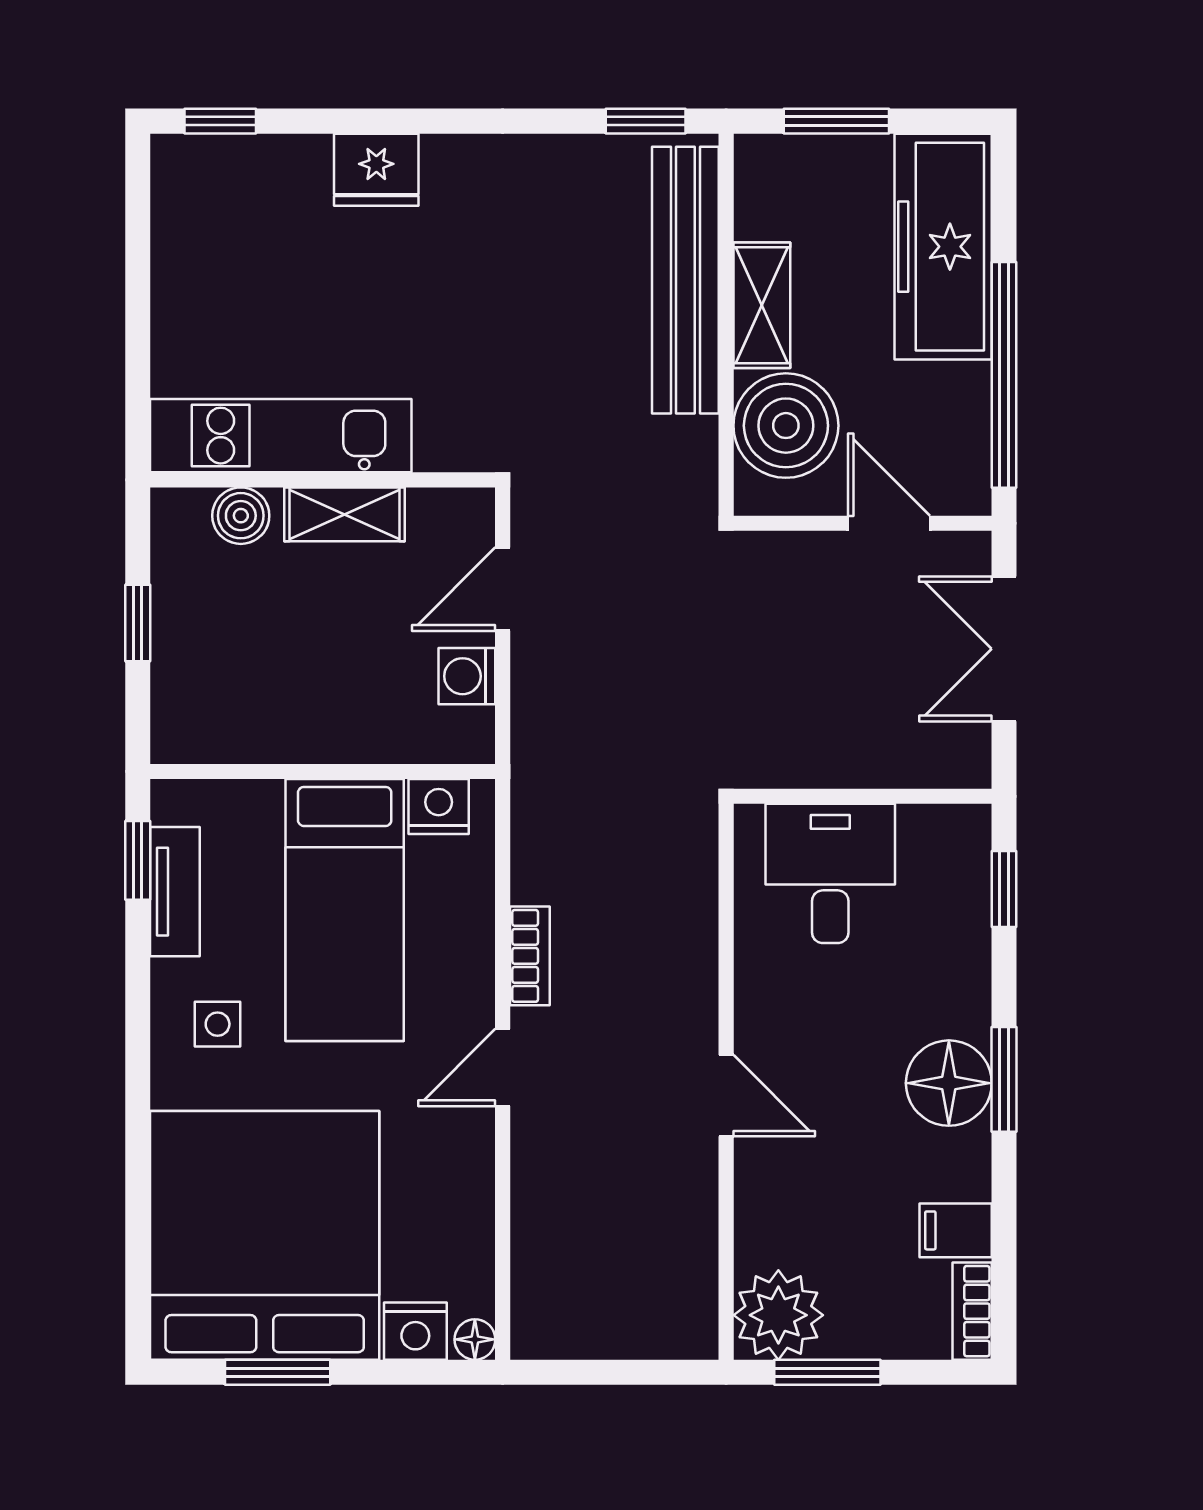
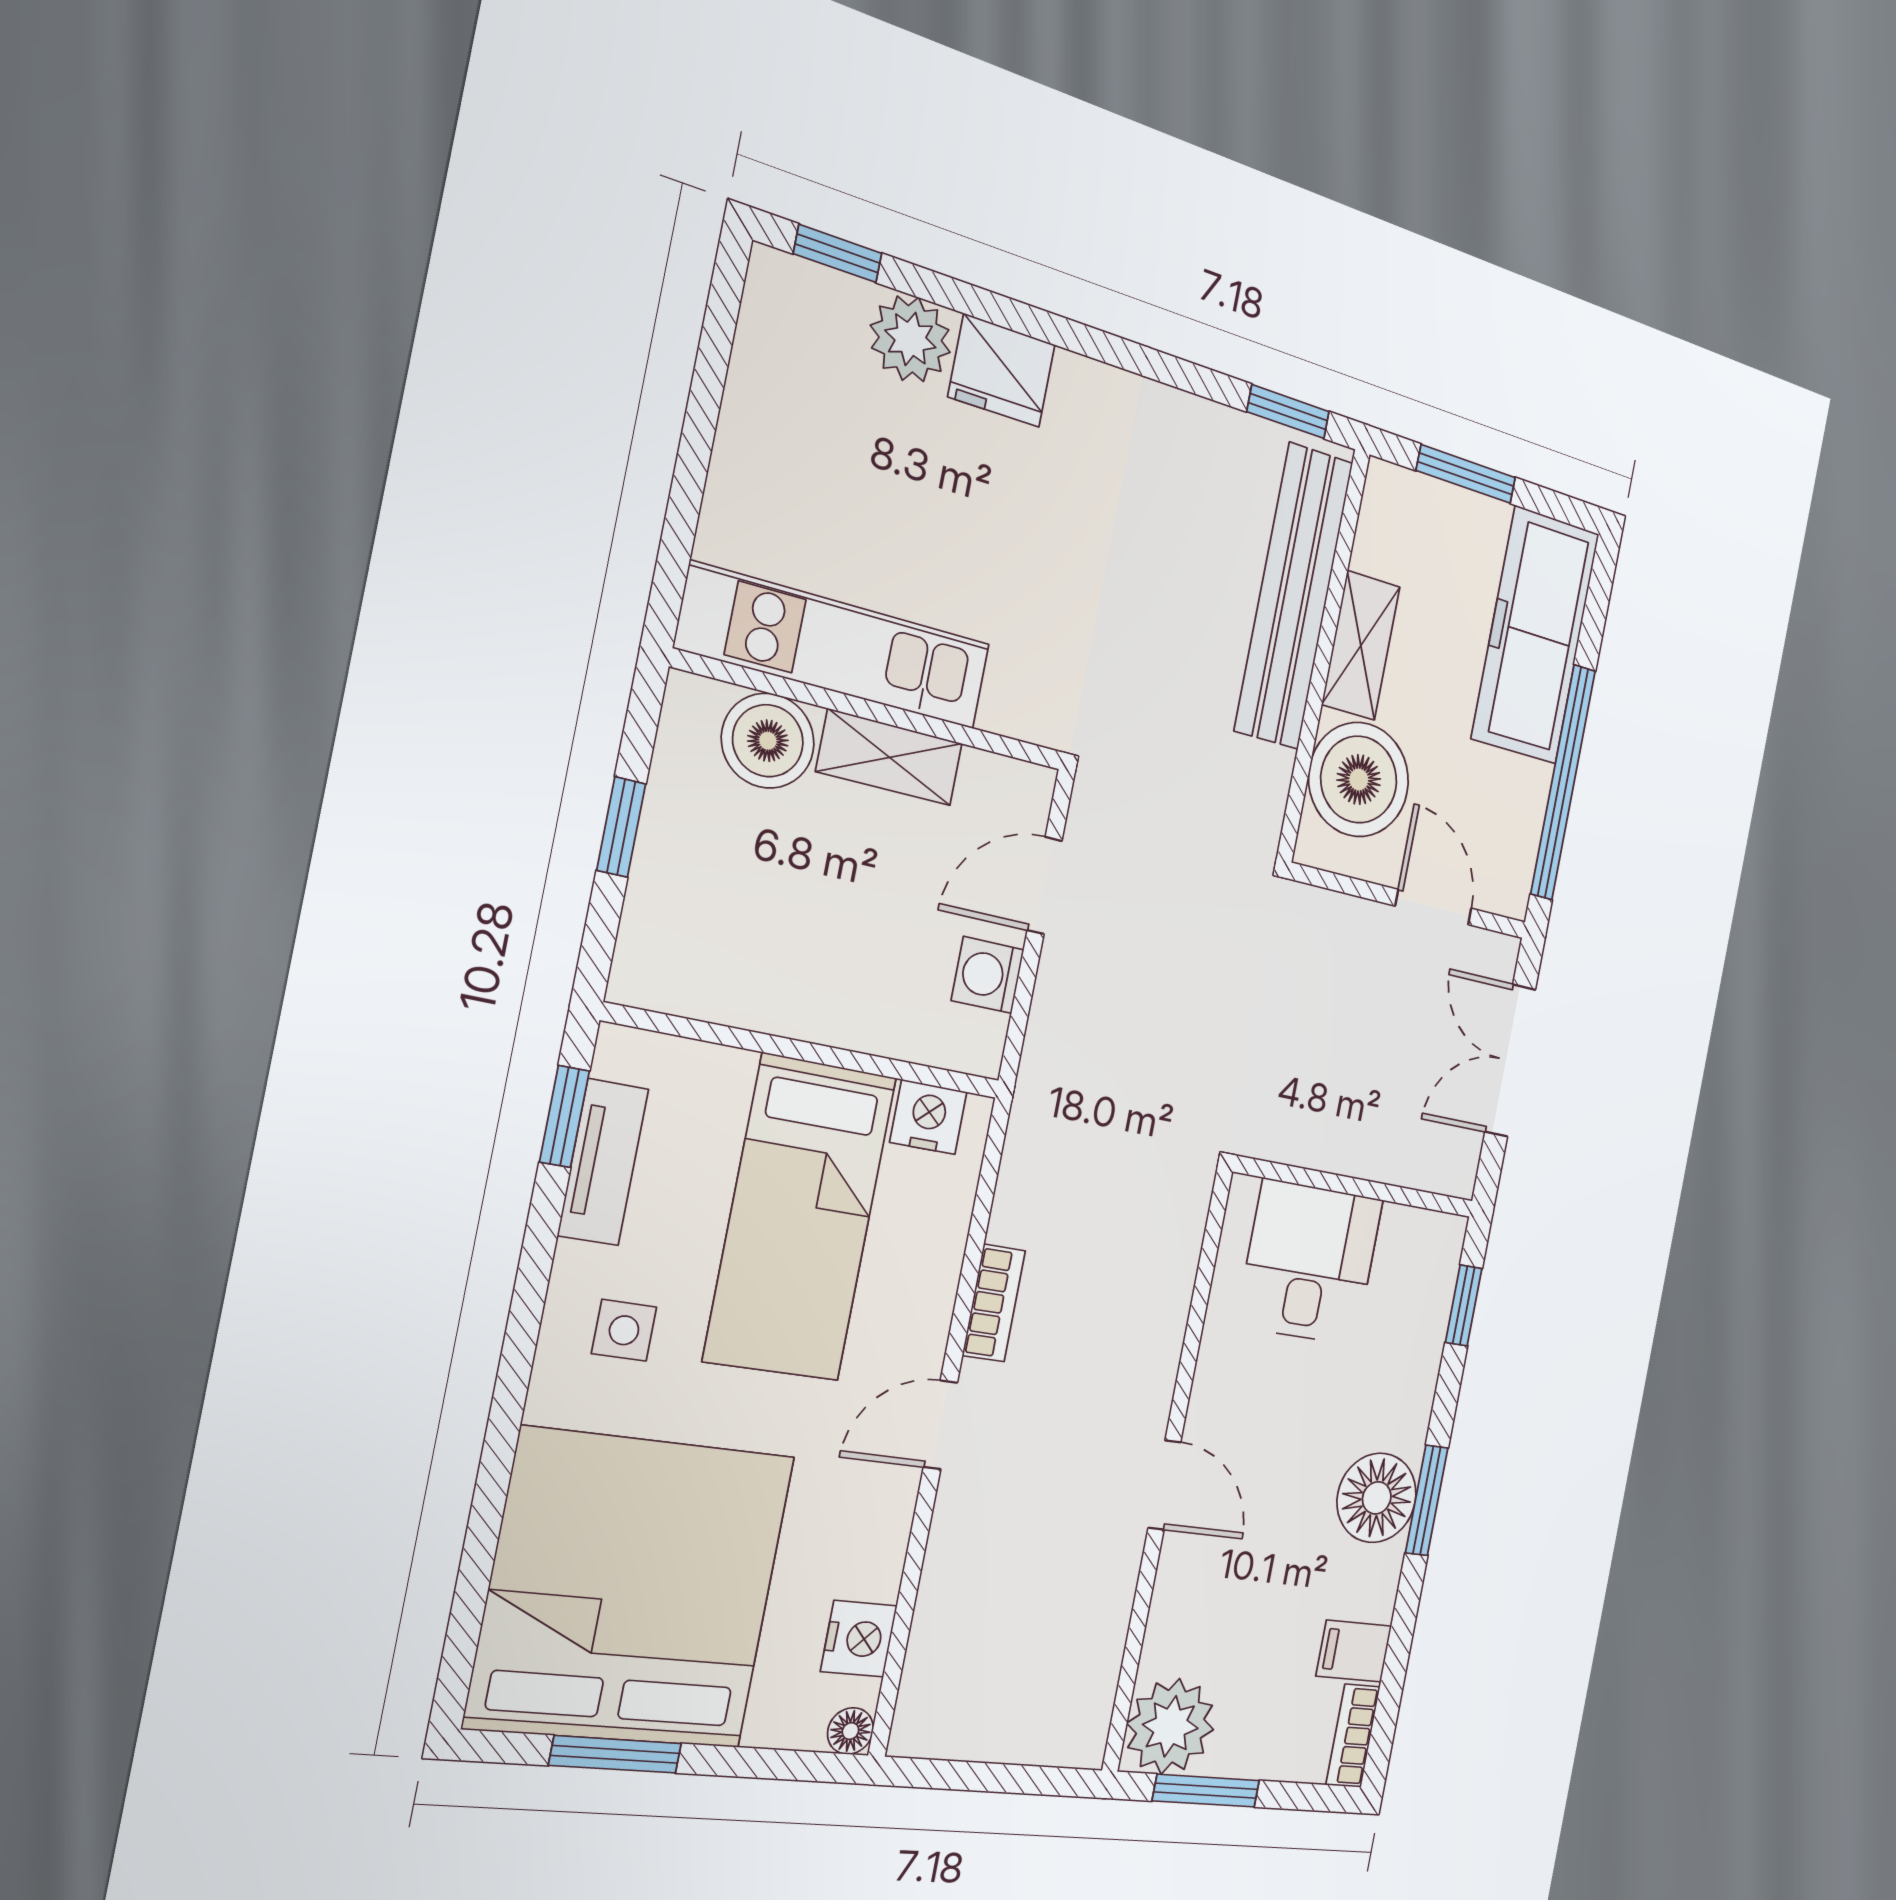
plant: (294, 169) -> (910, 339), added
boiler: (241, 516) -> (768, 741), width x1.36, depth x1.36
nightstand: (415, 1331) -> (859, 1639), moved, turned -90

